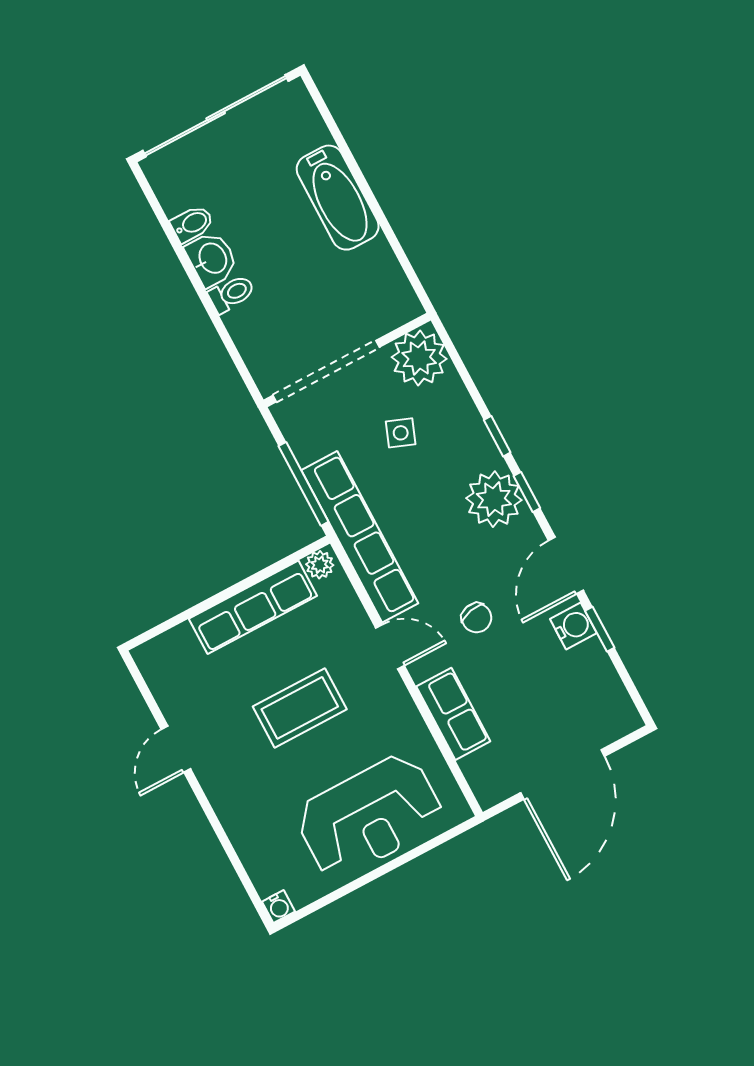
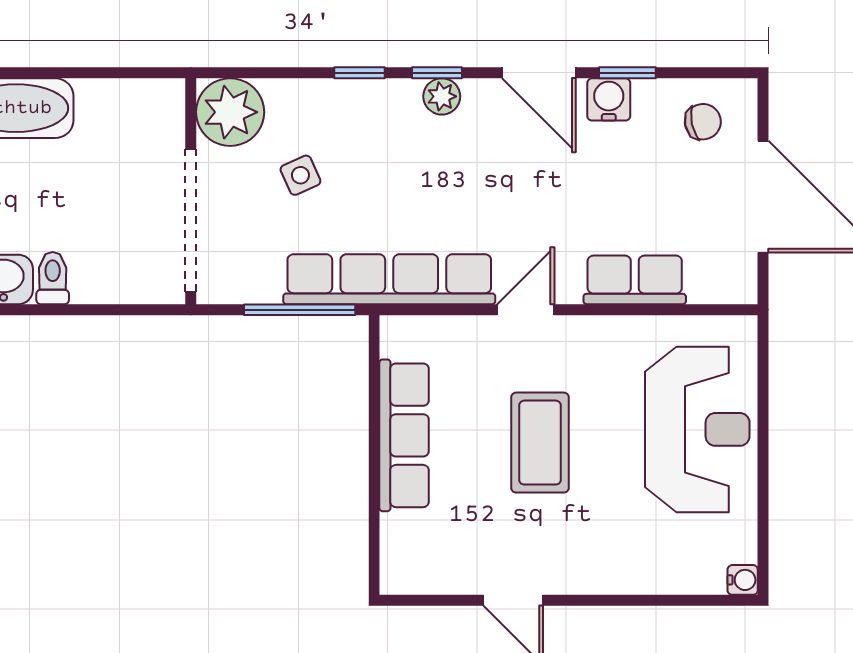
side table: (401, 433) -> (300, 175), turned 45
plant: (494, 499) -> (442, 96), width x0.53, depth x0.53
plant: (320, 565) -> (397, 339), removed
chair: (477, 618) -> (703, 122), moved

